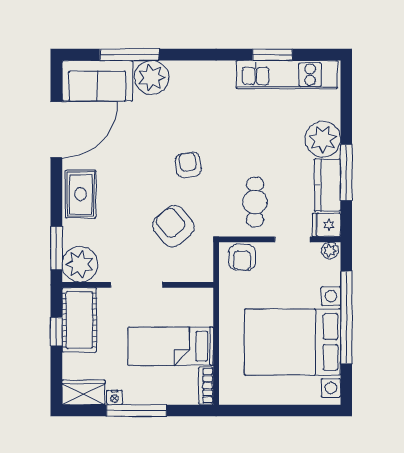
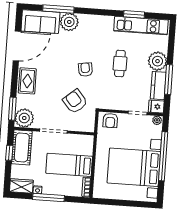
cafe table: (255, 202) -> (120, 64), moved

